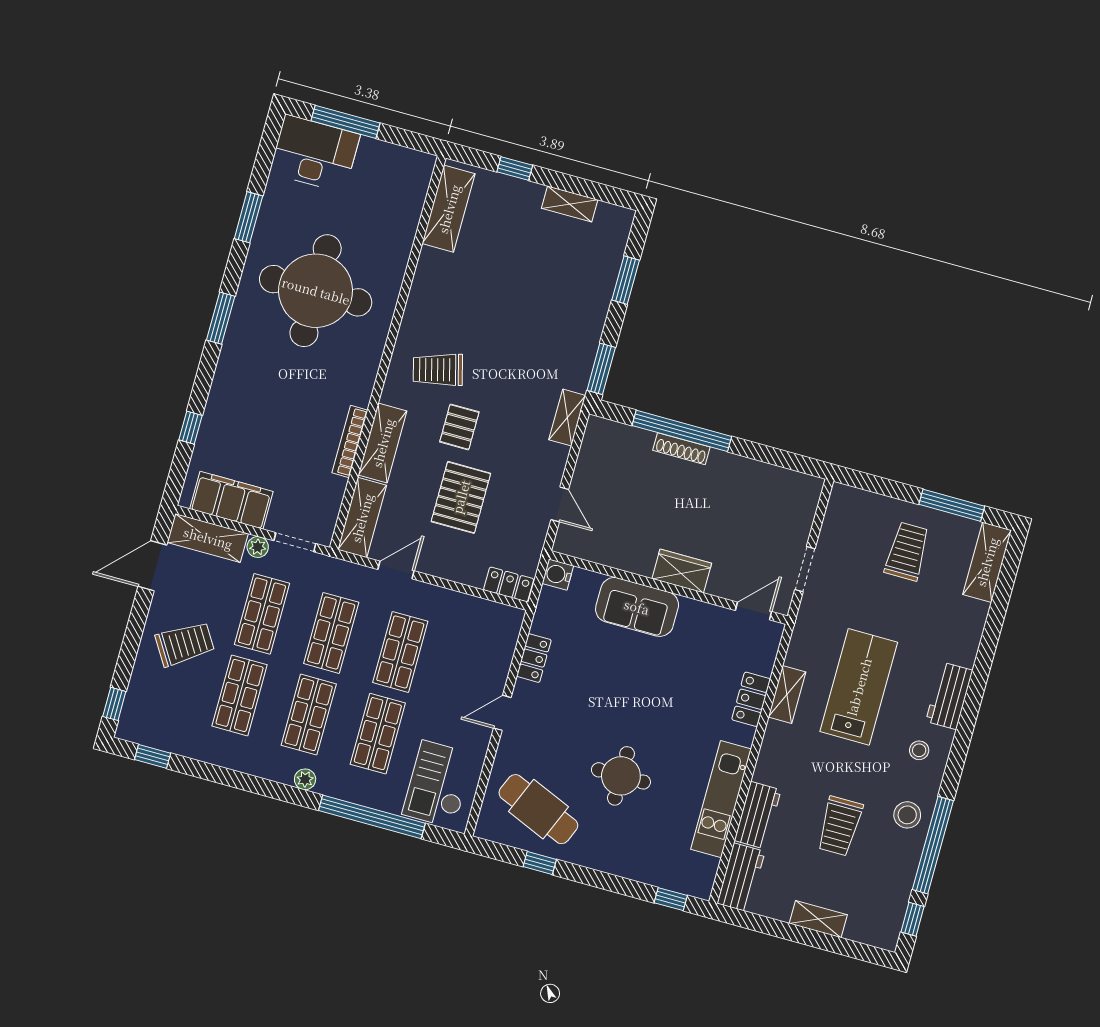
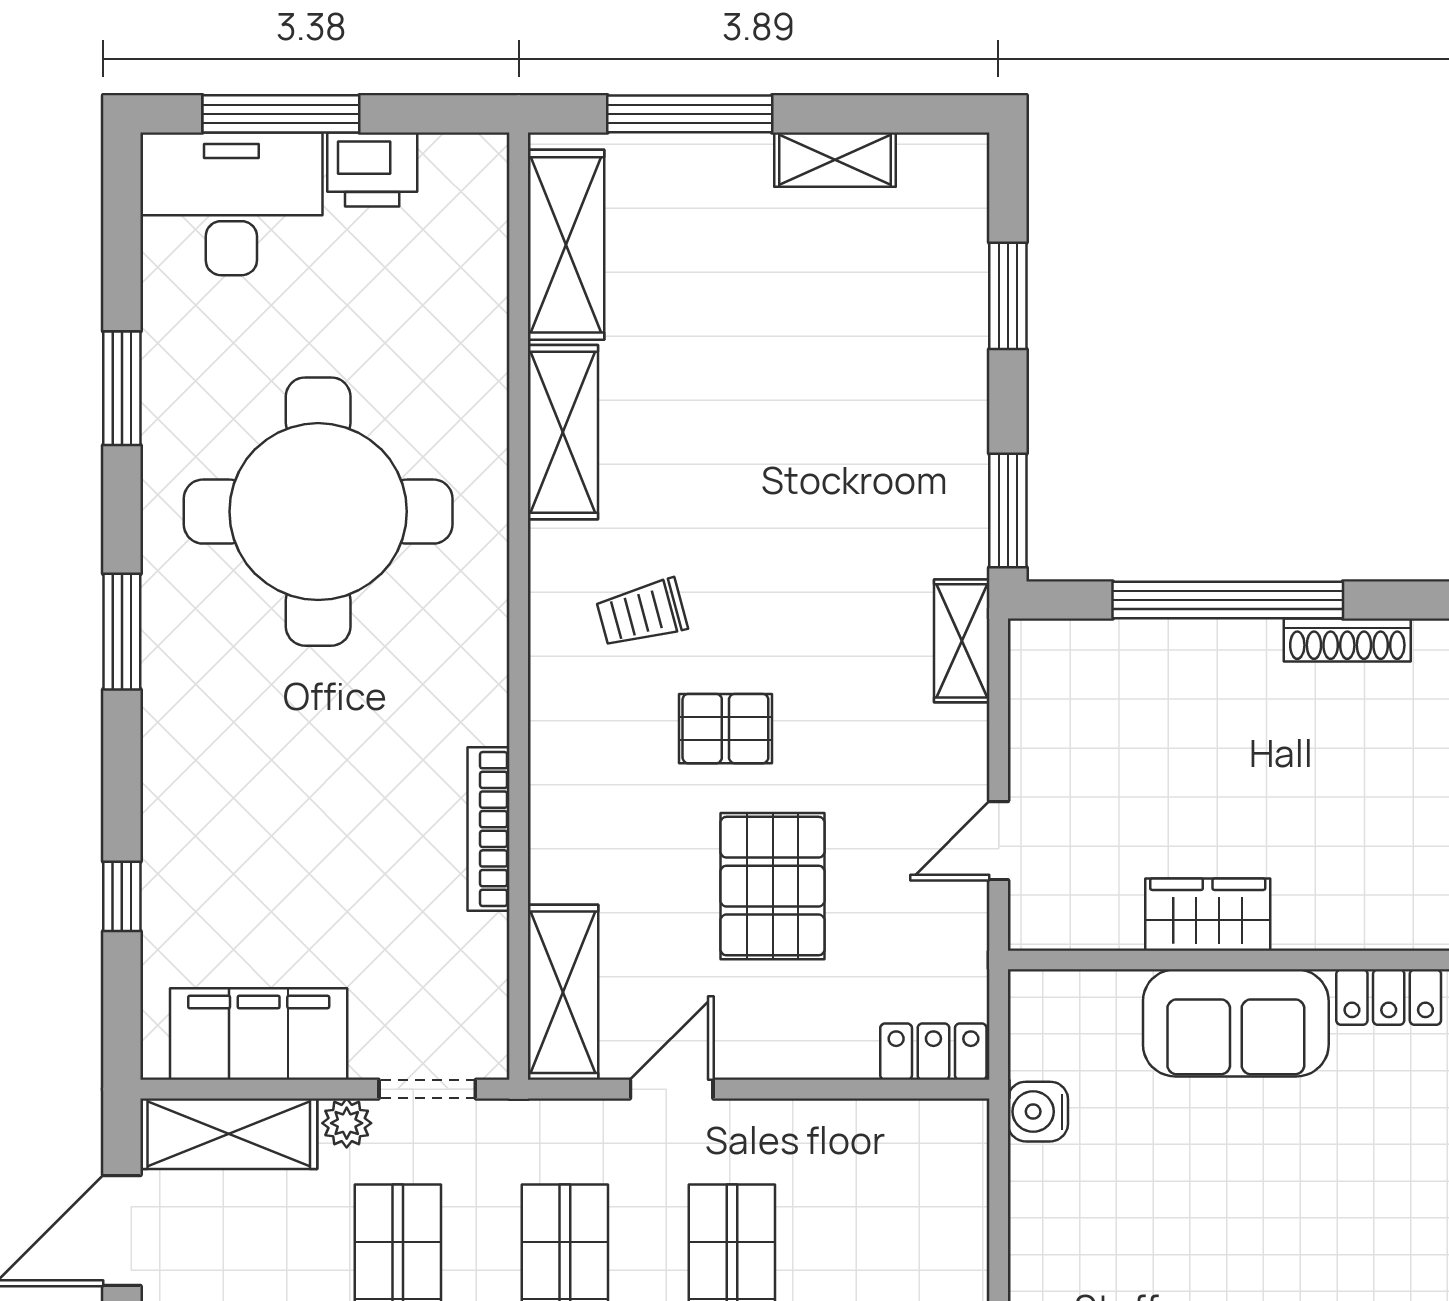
printer: (377, 155) -> (372, 169), added
window: (515, 169) -> (690, 114), width x2.17
trolley: (438, 370) -> (642, 613), width x0.73, depth x0.72
pallet: (459, 427) -> (725, 729), turned 90
shelving: (383, 443) -> (563, 432), moved
shoe rack: (681, 449) -> (1347, 640), moved
door: (560, 504) -> (999, 841), swing flipped
wardrobe: (682, 571) -> (1208, 915), moved
water cooler: (558, 575) -> (1038, 1112), moved
locker: (534, 658) -> (1389, 997), moved, turned 90

